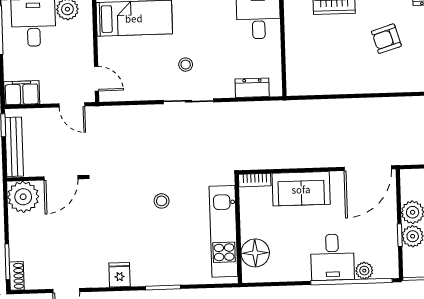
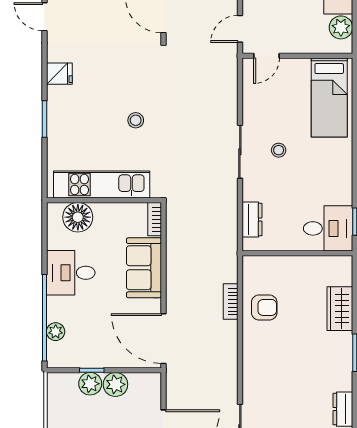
armchair: (386, 39) -> (264, 307), moved, turned 107
bookcase: (331, 106) -> (231, 302), added
desk: (332, 257) -> (71, 273), moved

